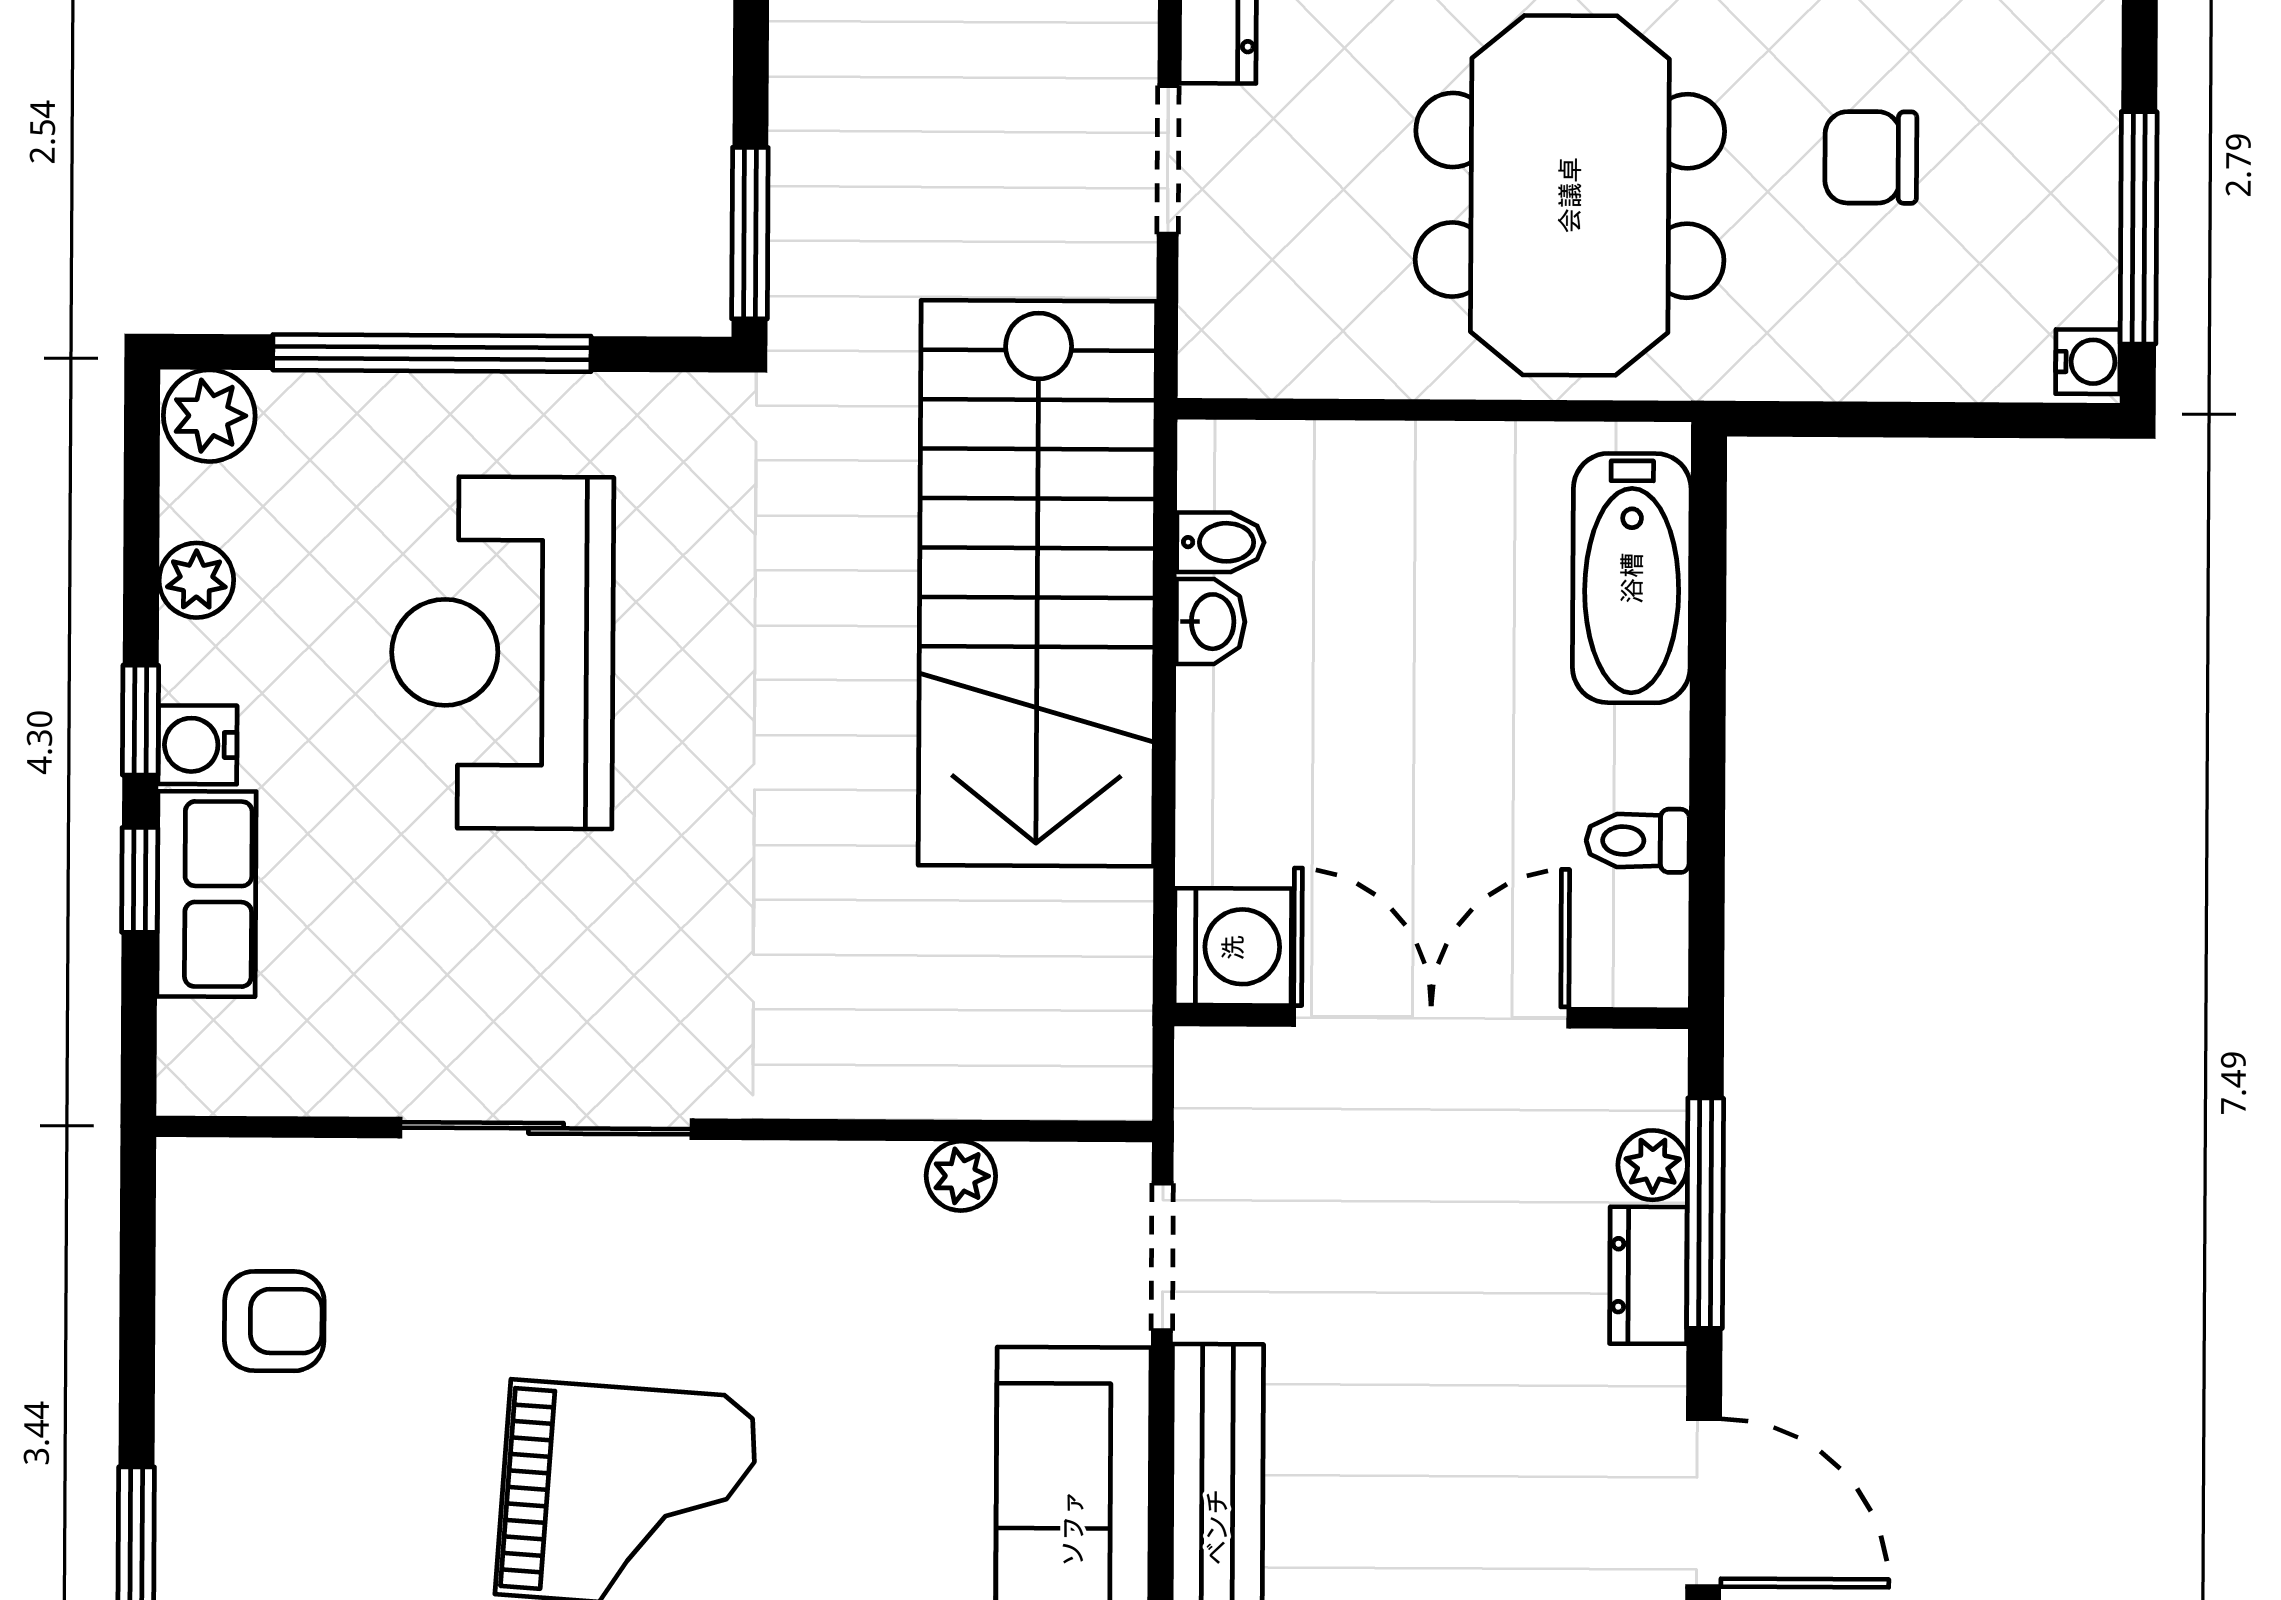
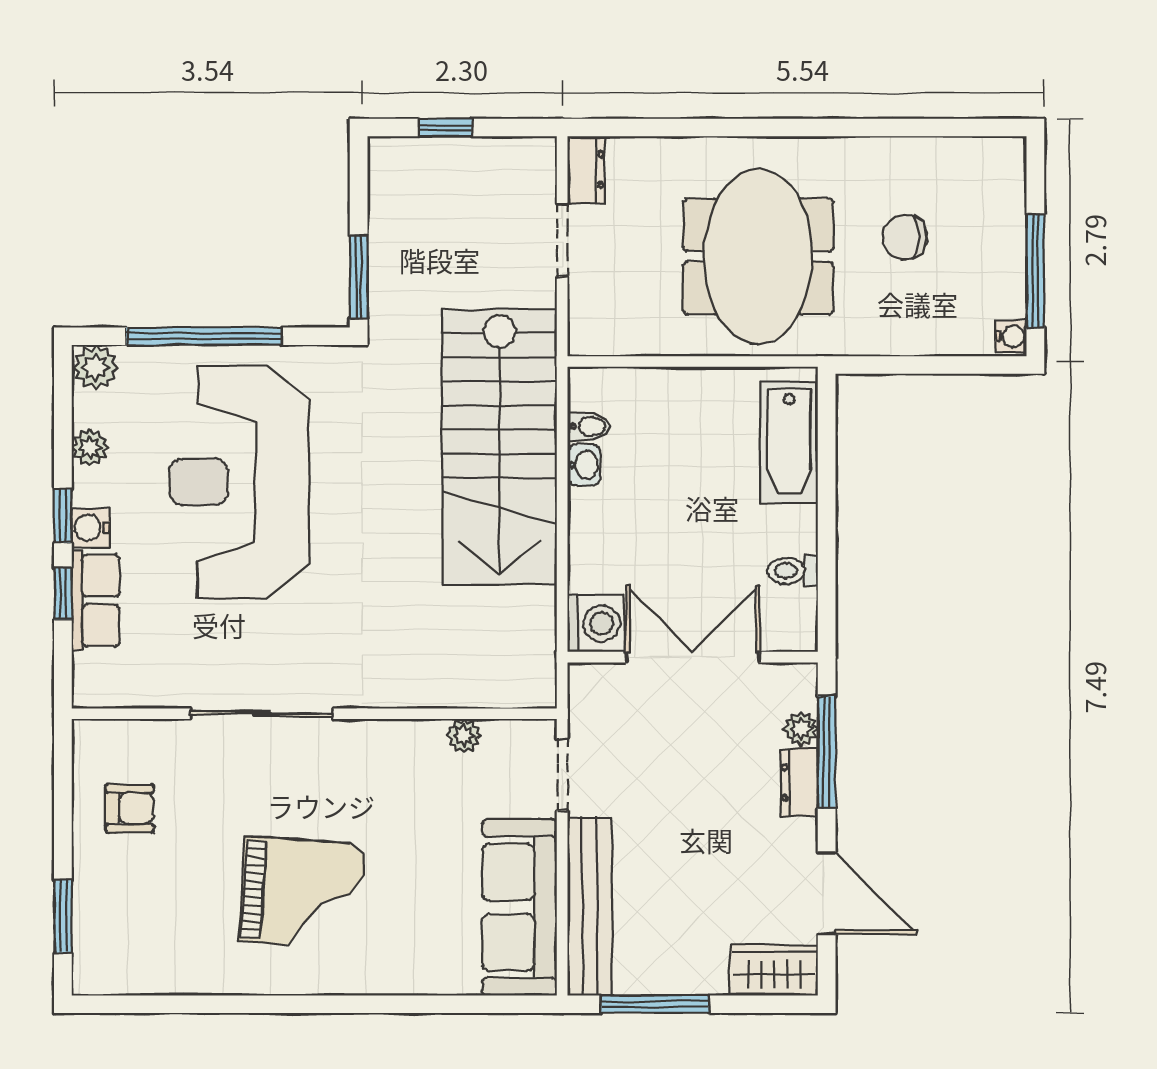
reception desk: (502, 653) -> (239, 482), width x1.36, depth x1.30

